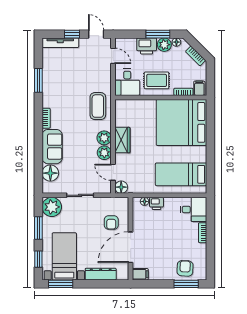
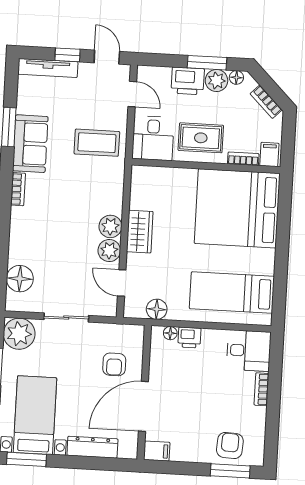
coffee table: (98, 106) -> (97, 143), moved, turned 90
sofa: (52, 147) -> (30, 144), moved
floor lamp: (121, 187) -> (157, 309), moved

